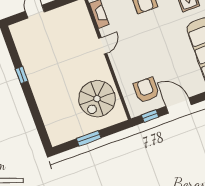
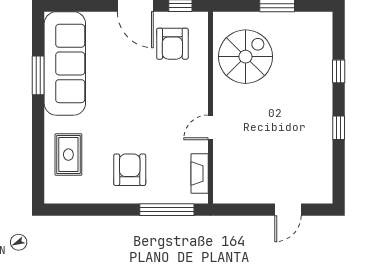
window: (35, 111) -> (339, 71), added

